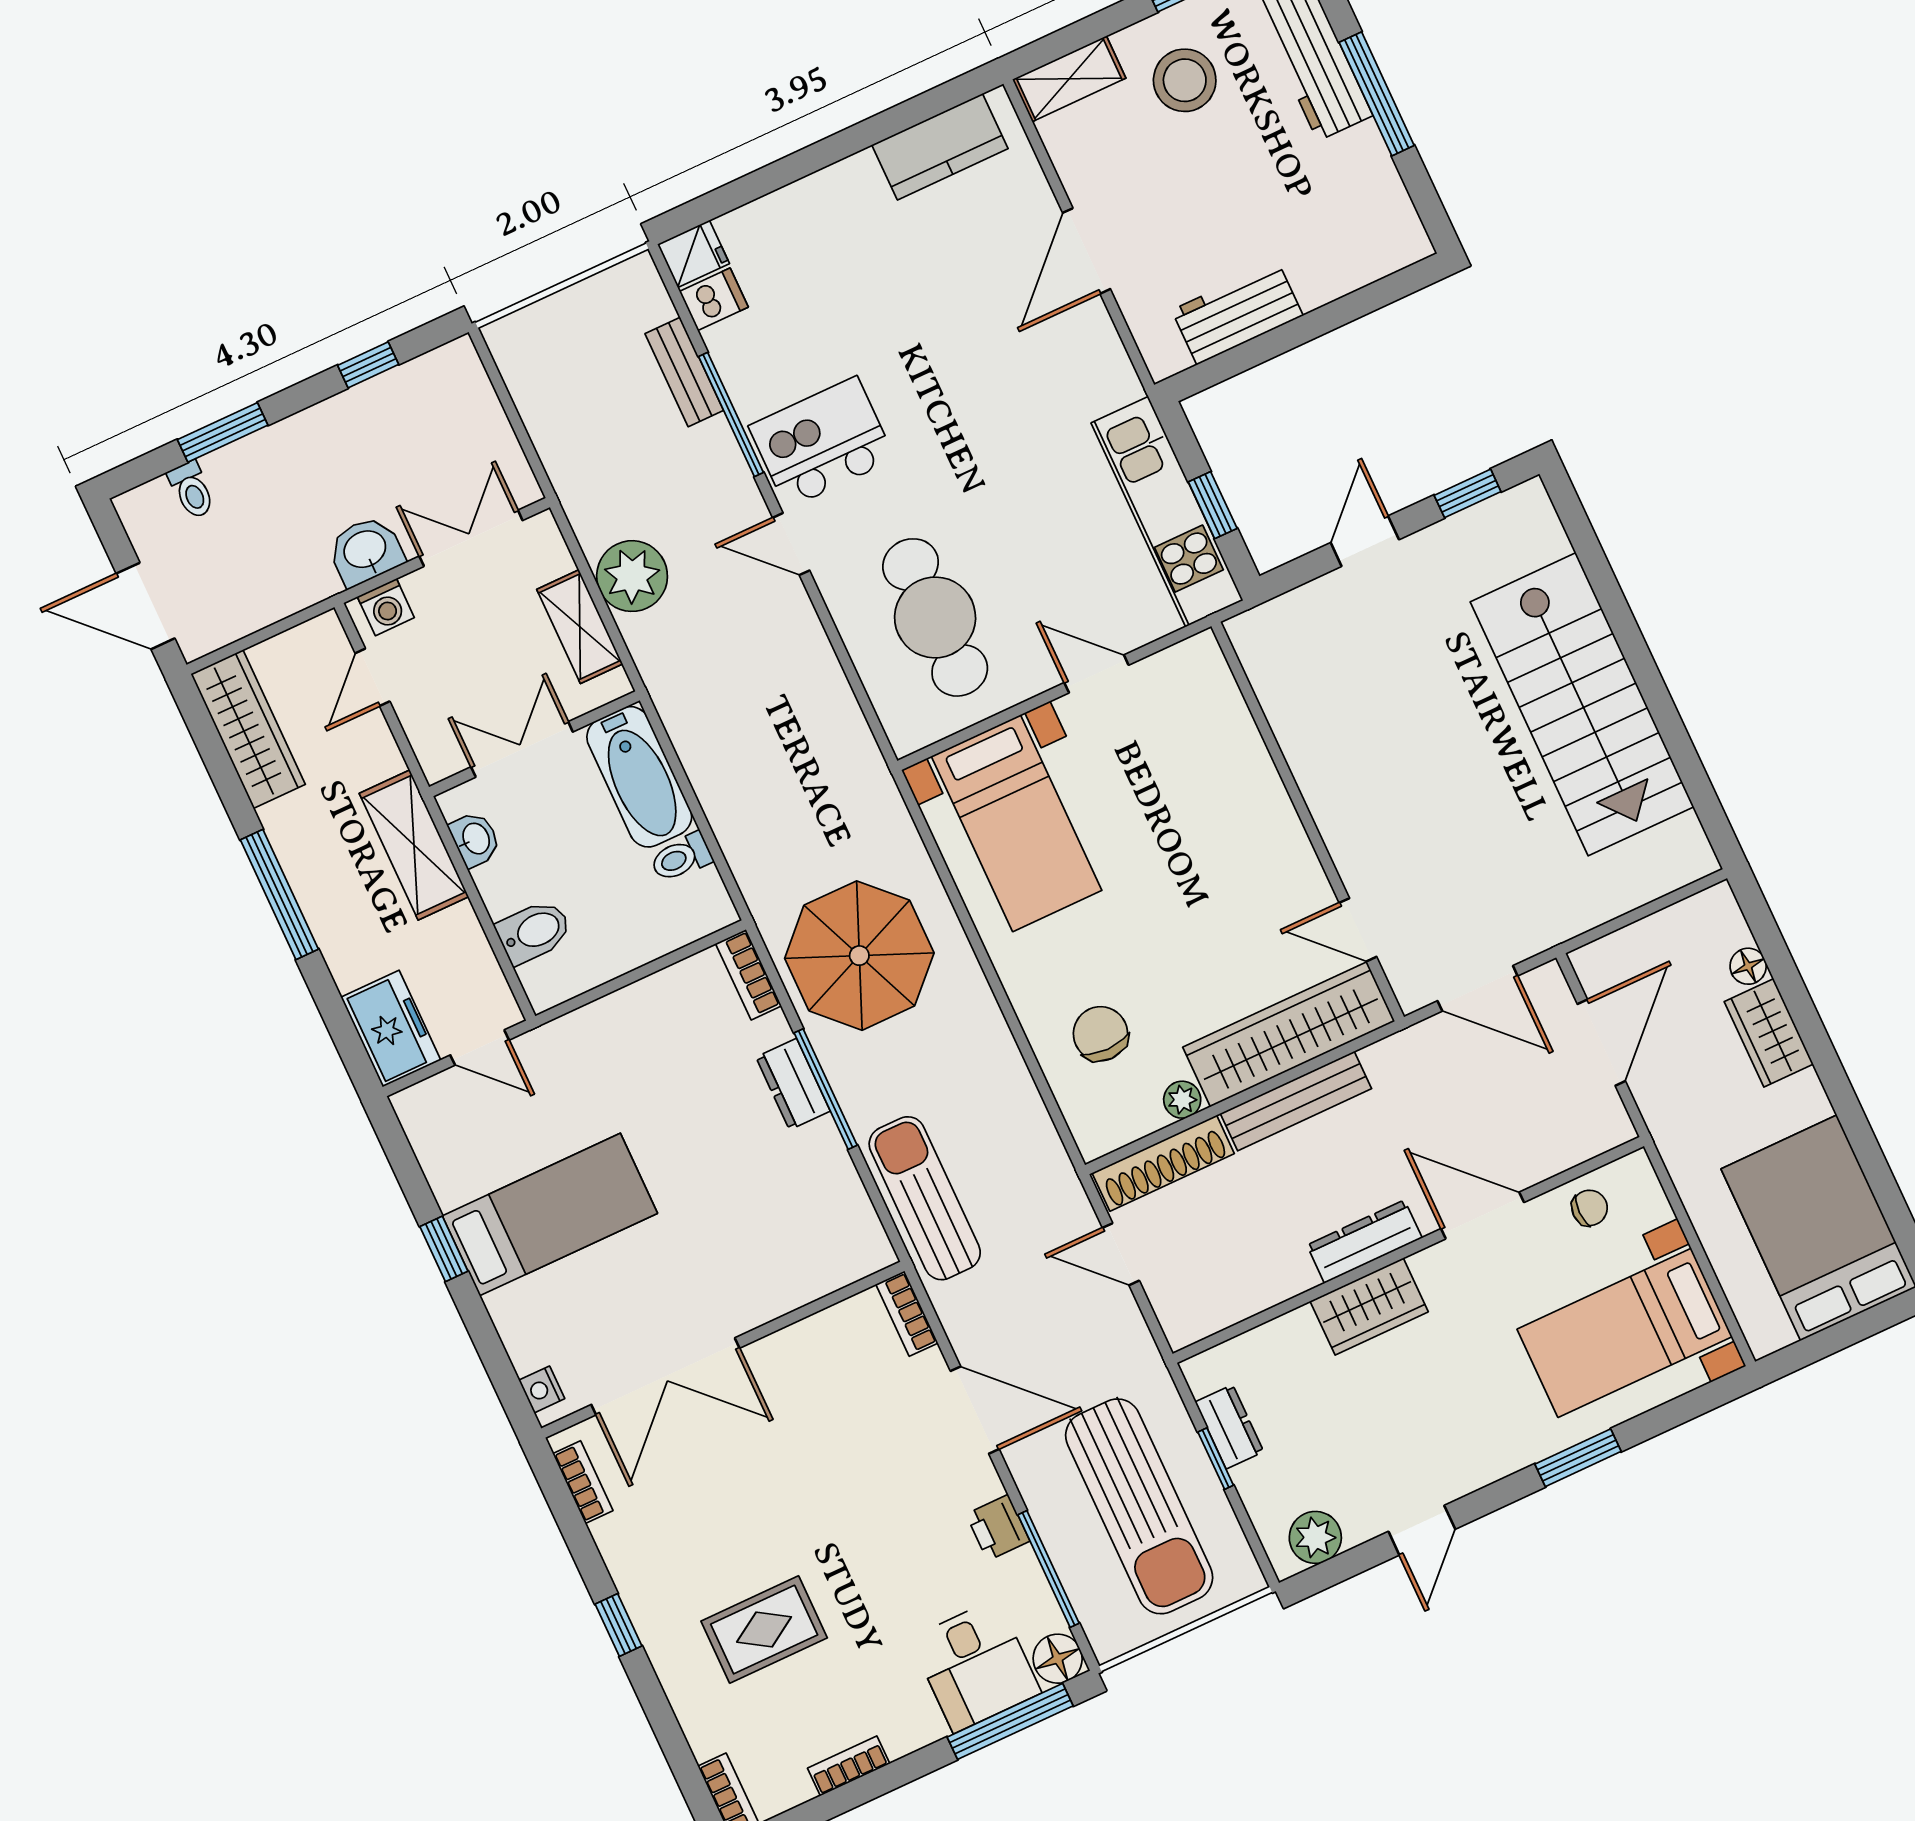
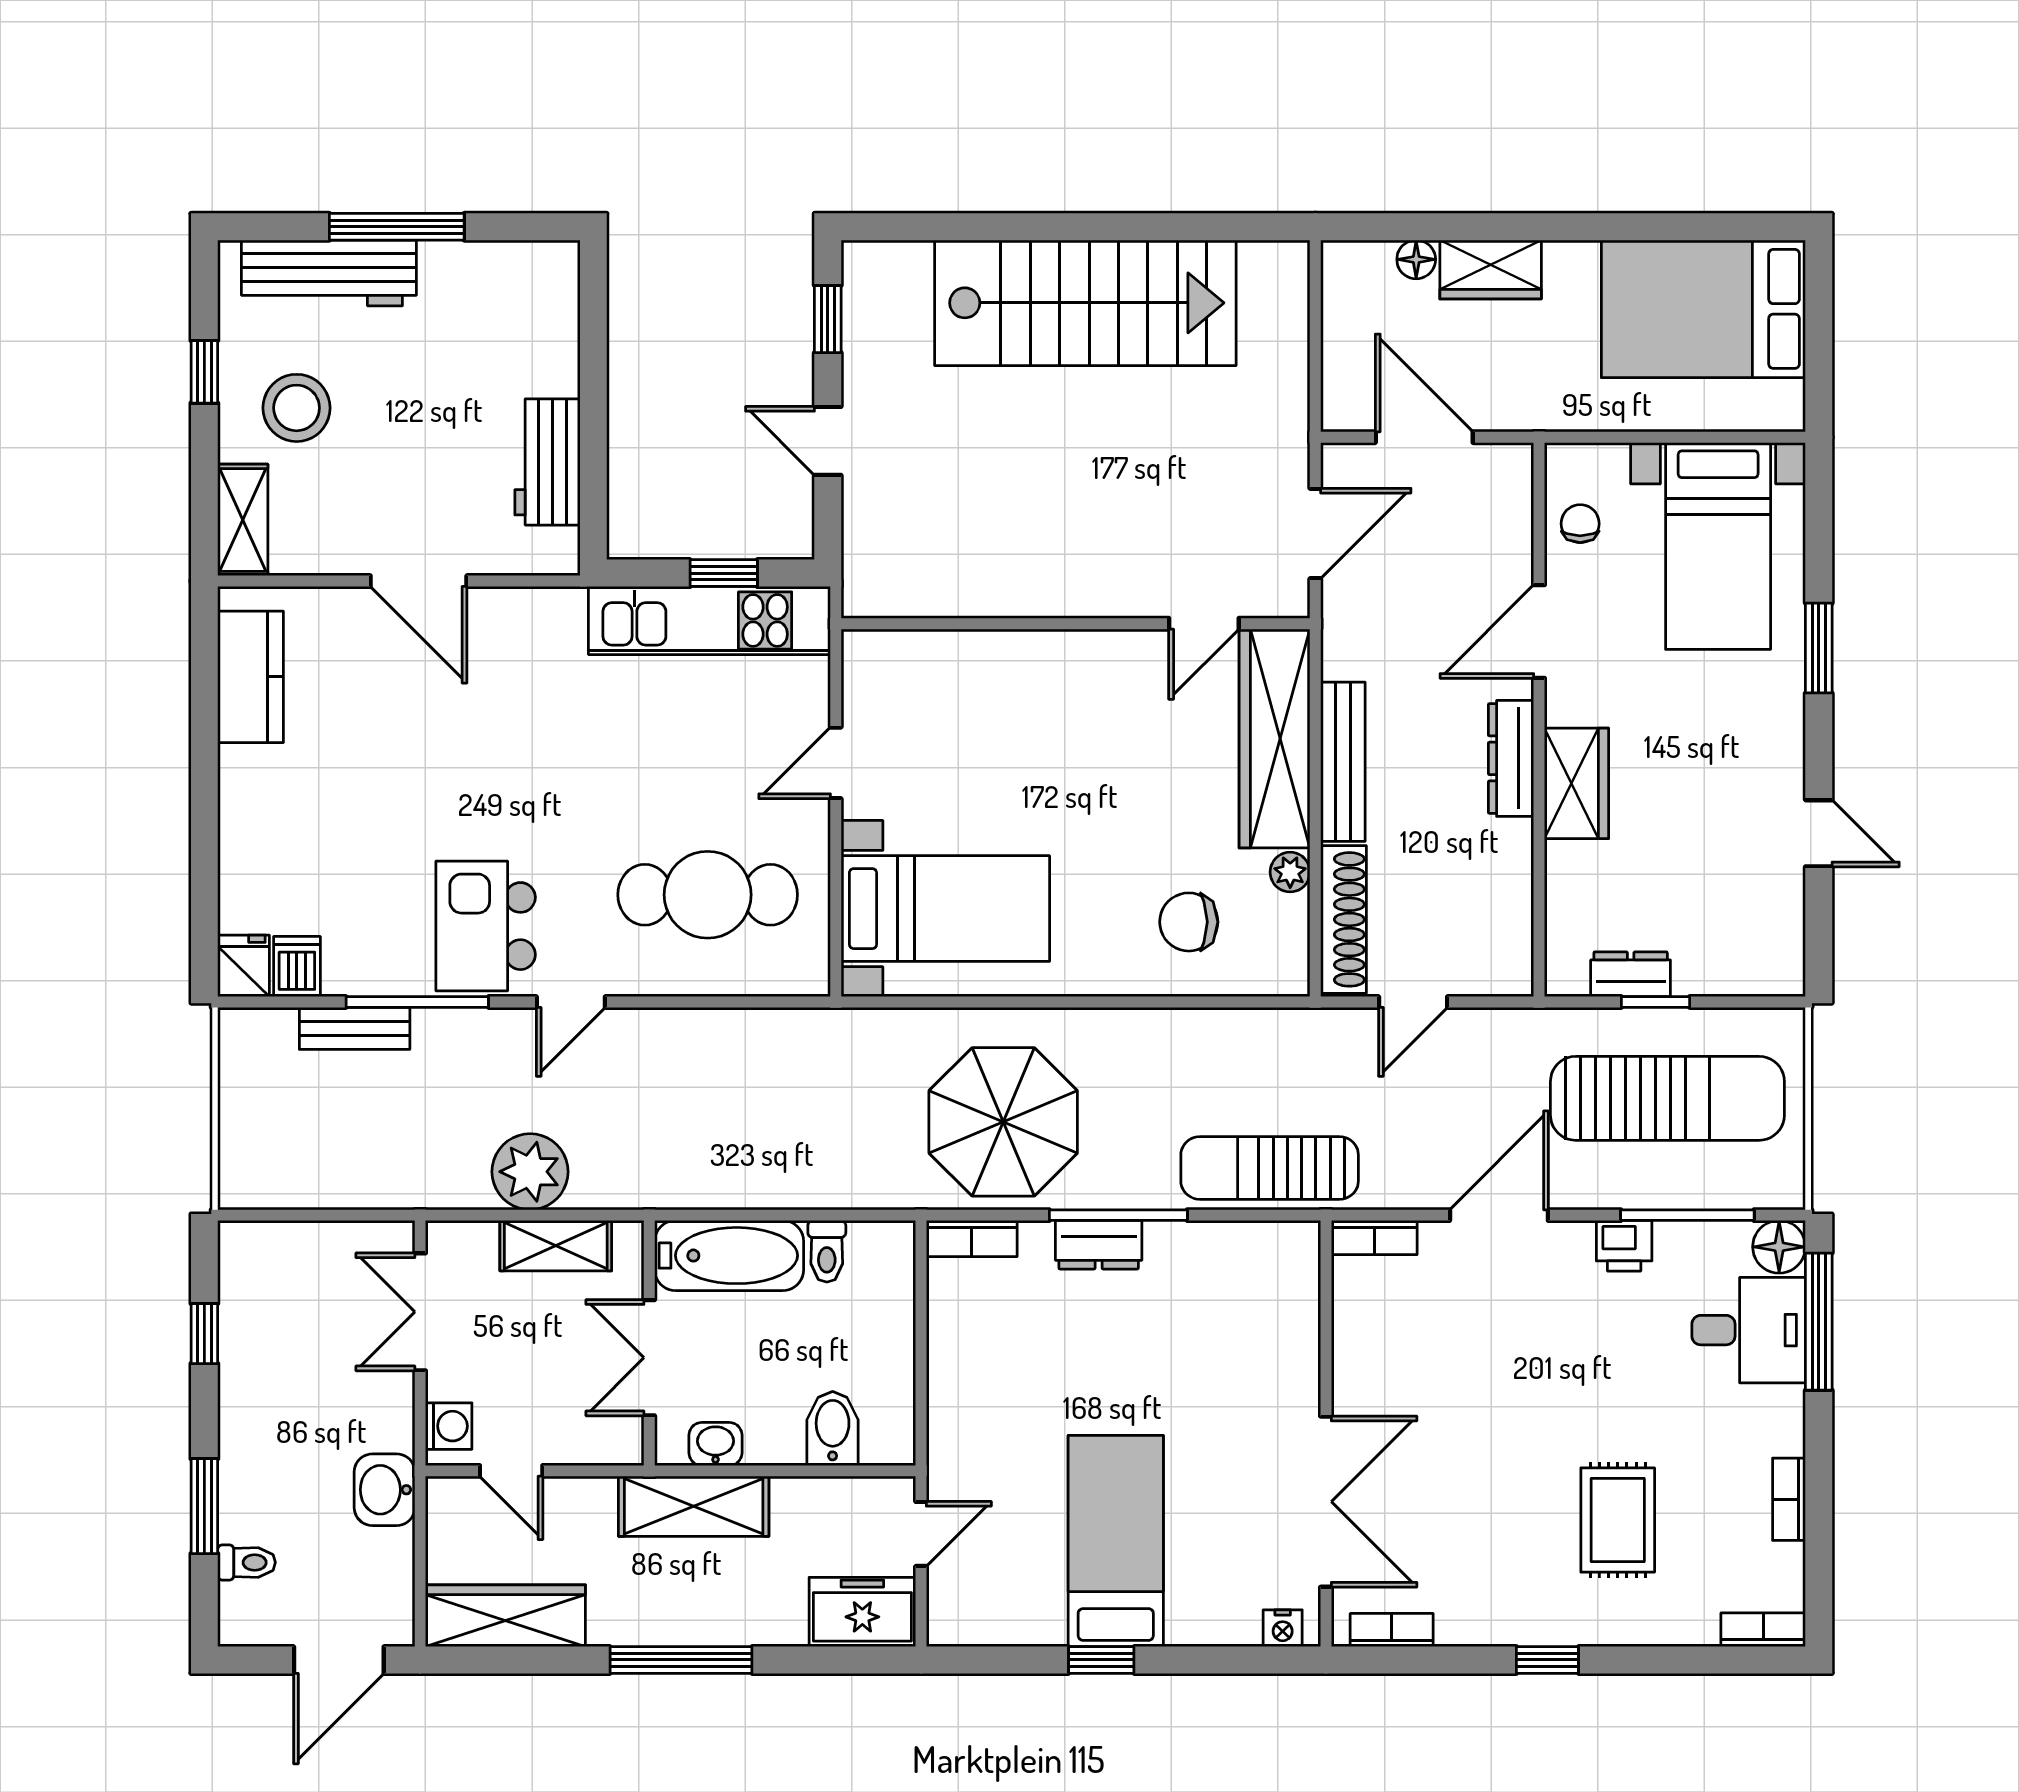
washbasin: (366, 551) -> (385, 1490), moved
plant: (1315, 1537) -> (1778, 940), removed

